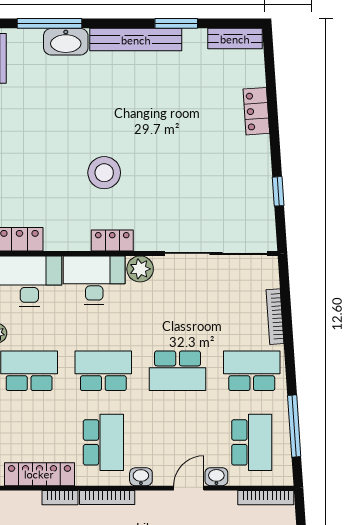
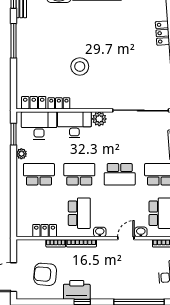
locker: (112, 240) -> (59, 103), moved
locker: (39, 474) -> (45, 231), width x0.66

